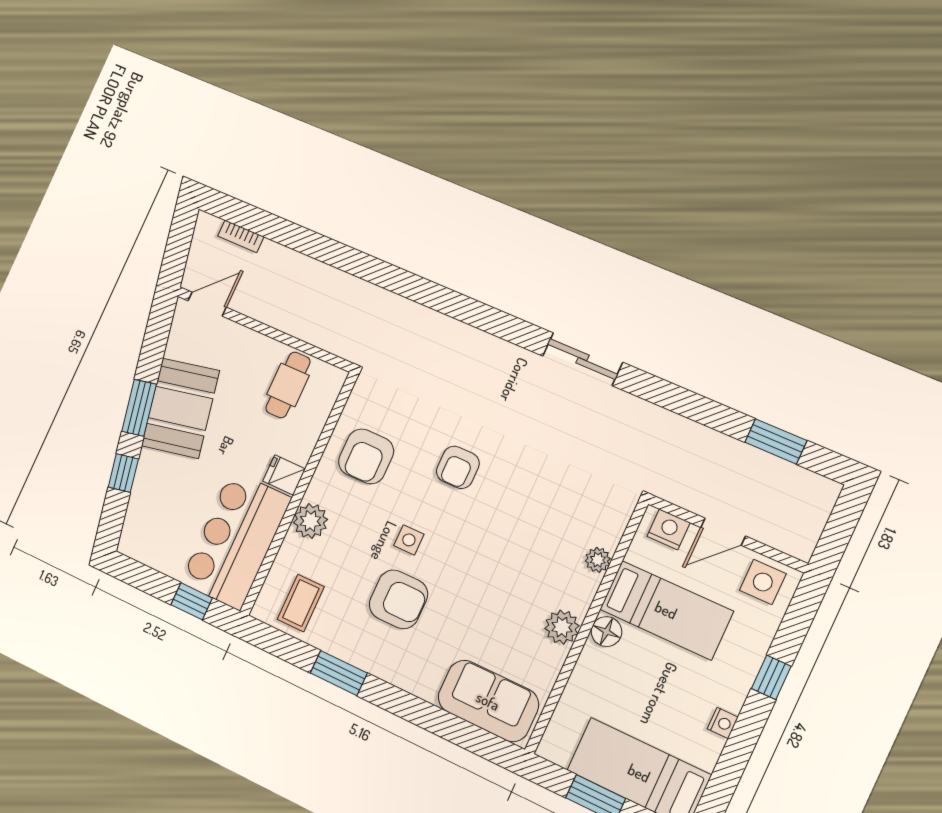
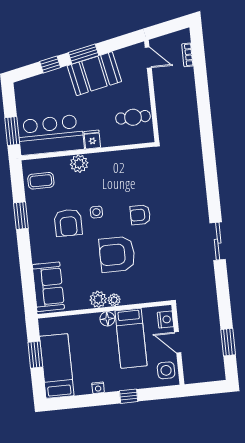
armchair: (366, 456) -> (117, 254), moved, width x1.36, depth x1.36
plant: (598, 560) -> (114, 300), moved
window: (192, 601) -> (12, 131), width x1.50

